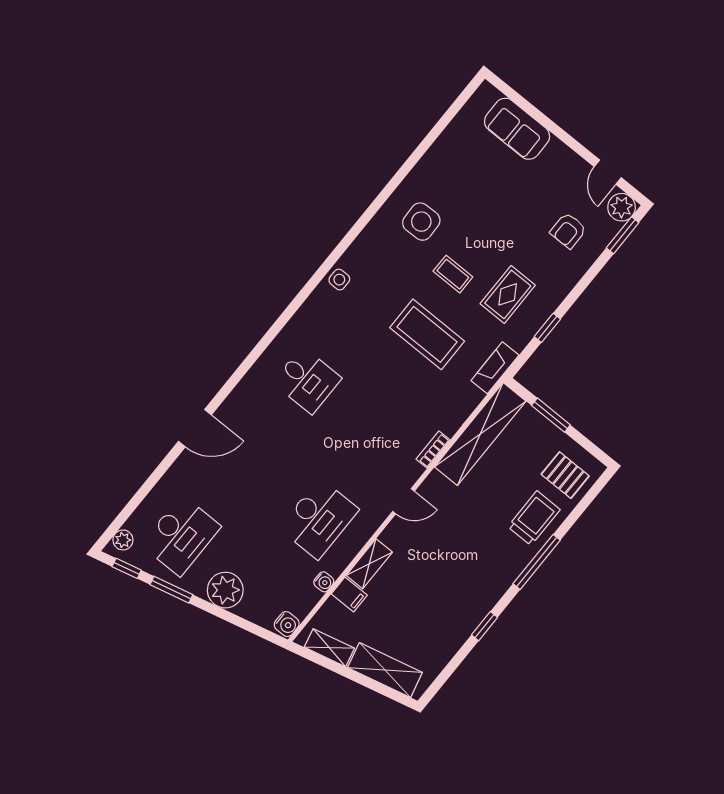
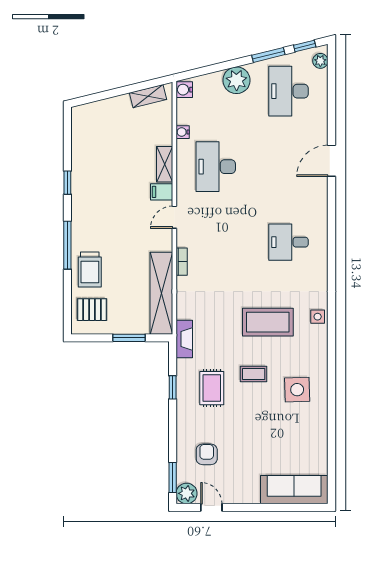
sofa: (517, 129) -> (294, 490), width x1.36
coffee table: (427, 334) -> (268, 322), moved
filing cabinet: (349, 595) -> (162, 192), moved
shelving: (385, 670) -> (105, 109), removed

